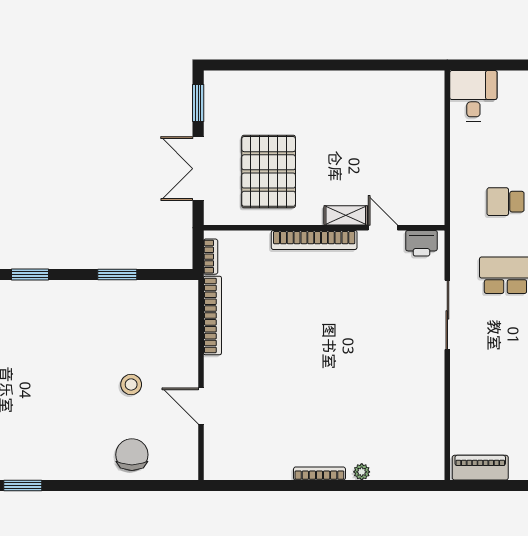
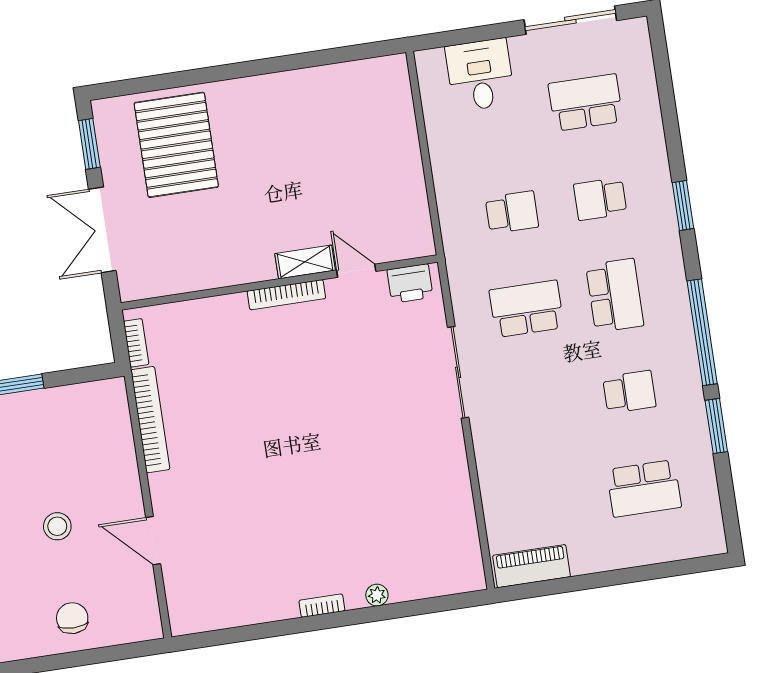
desk: (473, 96) -> (480, 75), moved
pallet: (269, 171) -> (176, 145), moved
school desk: (505, 202) -> (512, 212), turned 180
bookcase: (314, 240) -> (286, 295), width x0.68, depth x0.76
chair: (132, 455) -> (72, 618), width x0.73, depth x0.73
bookcase: (319, 473) -> (322, 606), width x0.64

